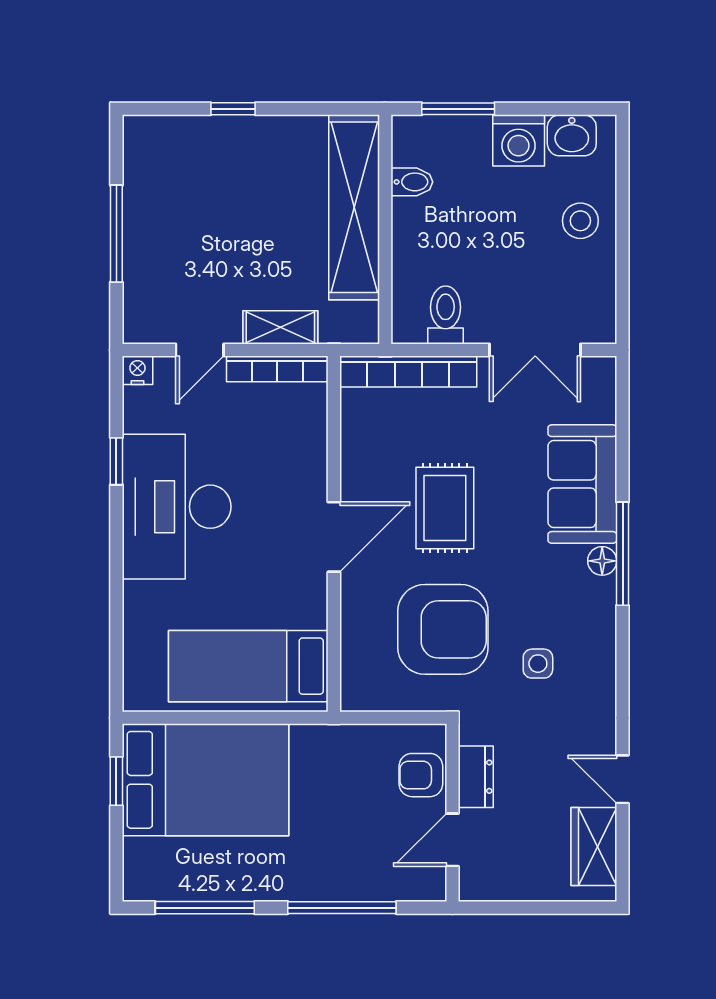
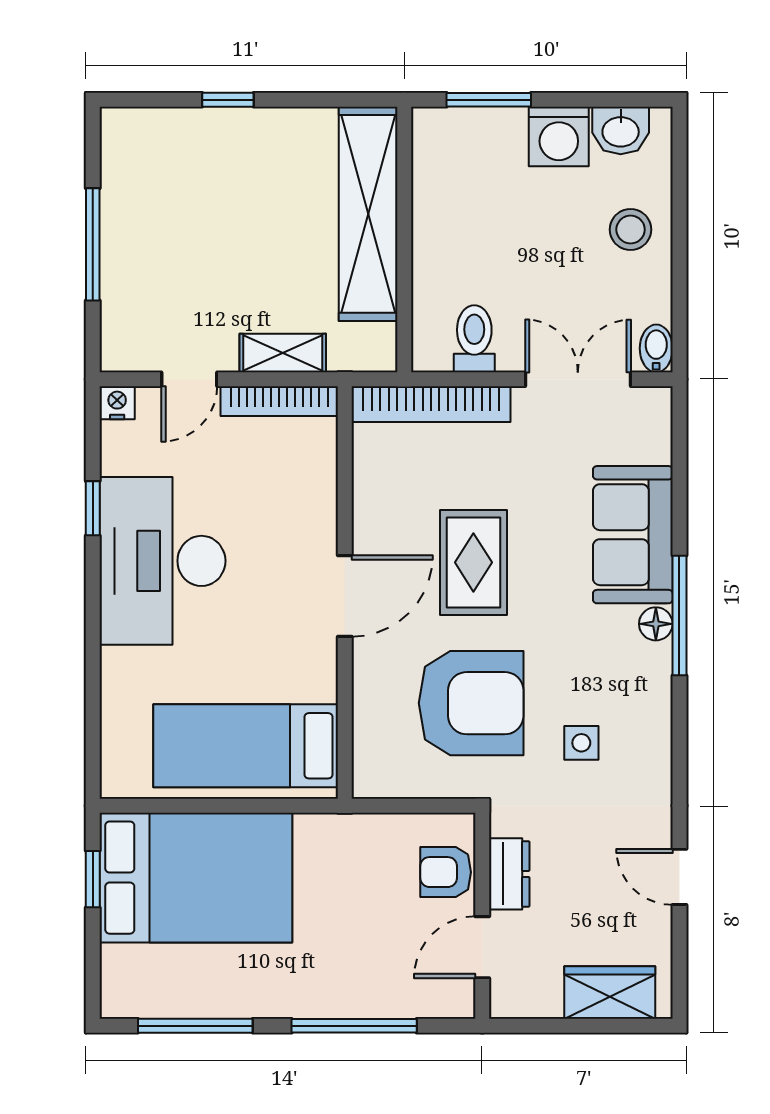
bidet: (412, 182) -> (656, 348), moved, turned -90
double door: (535, 350) -> (578, 379), swing flipped
wardrobe: (594, 846) -> (610, 992), moved, turned 90

